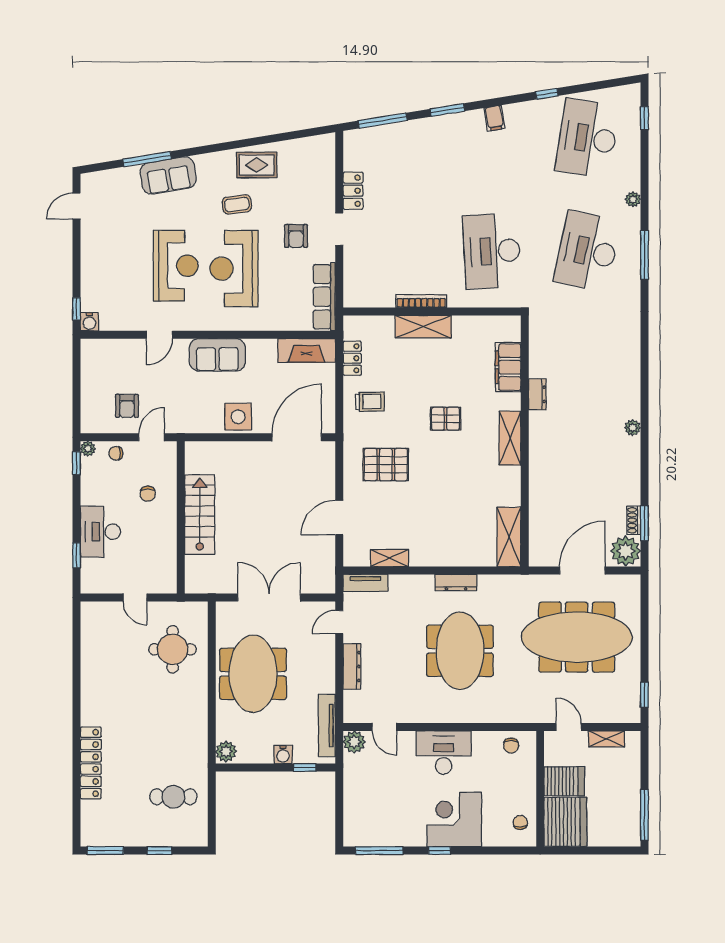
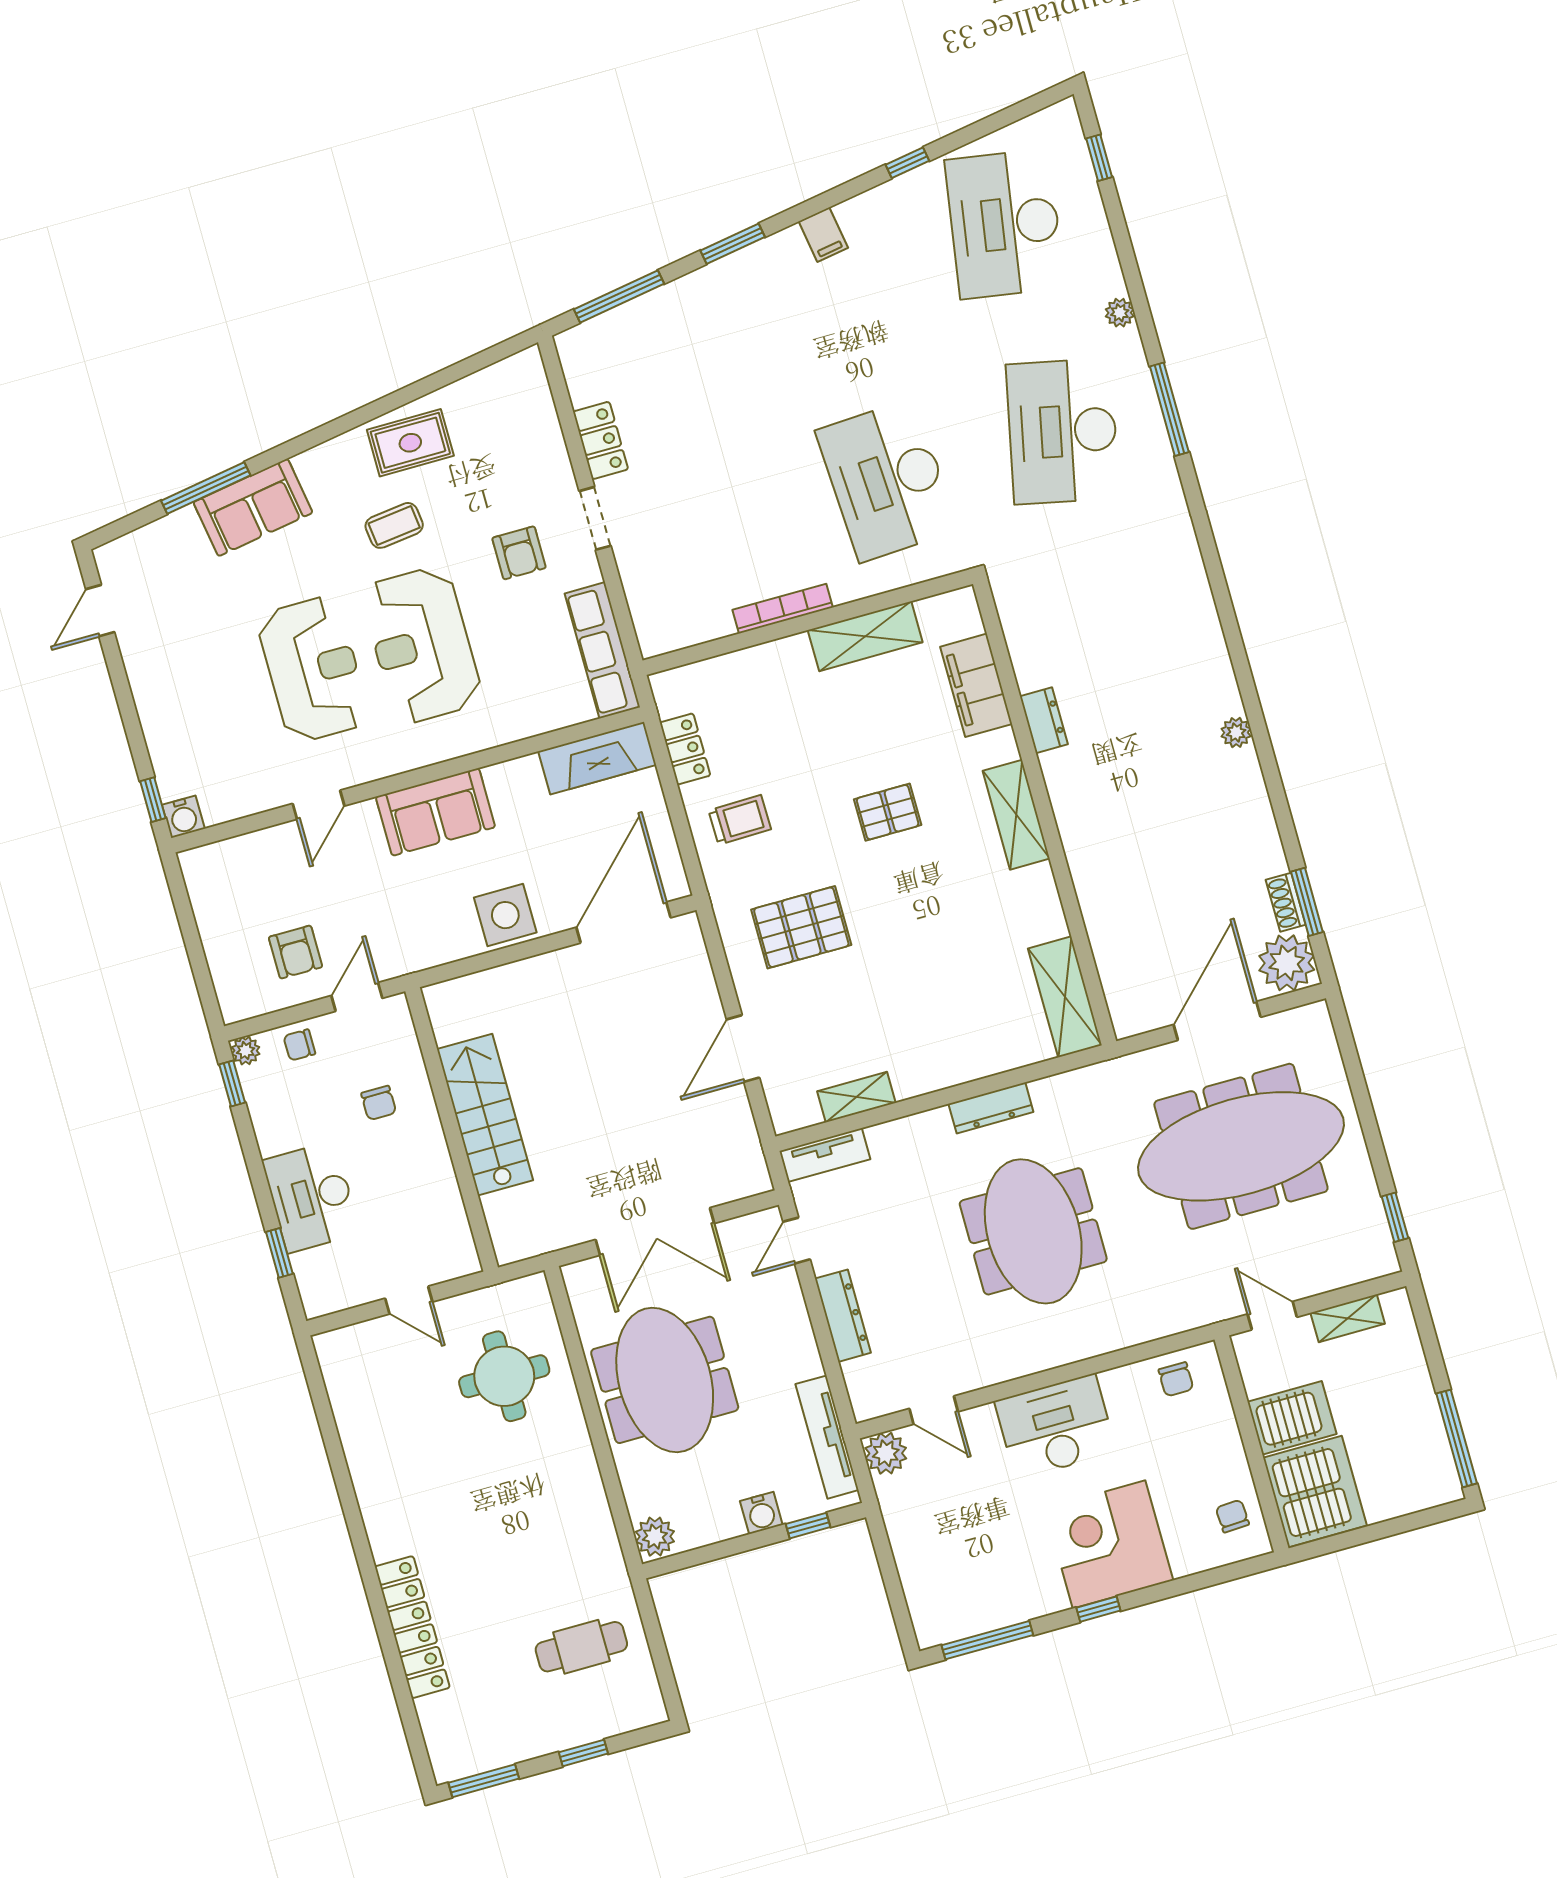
shelving: (423, 327) -> (865, 636), moved
double door: (269, 598) -> (655, 1231), swing flipped

